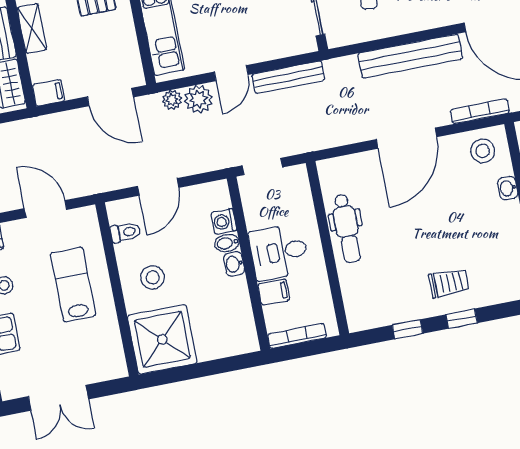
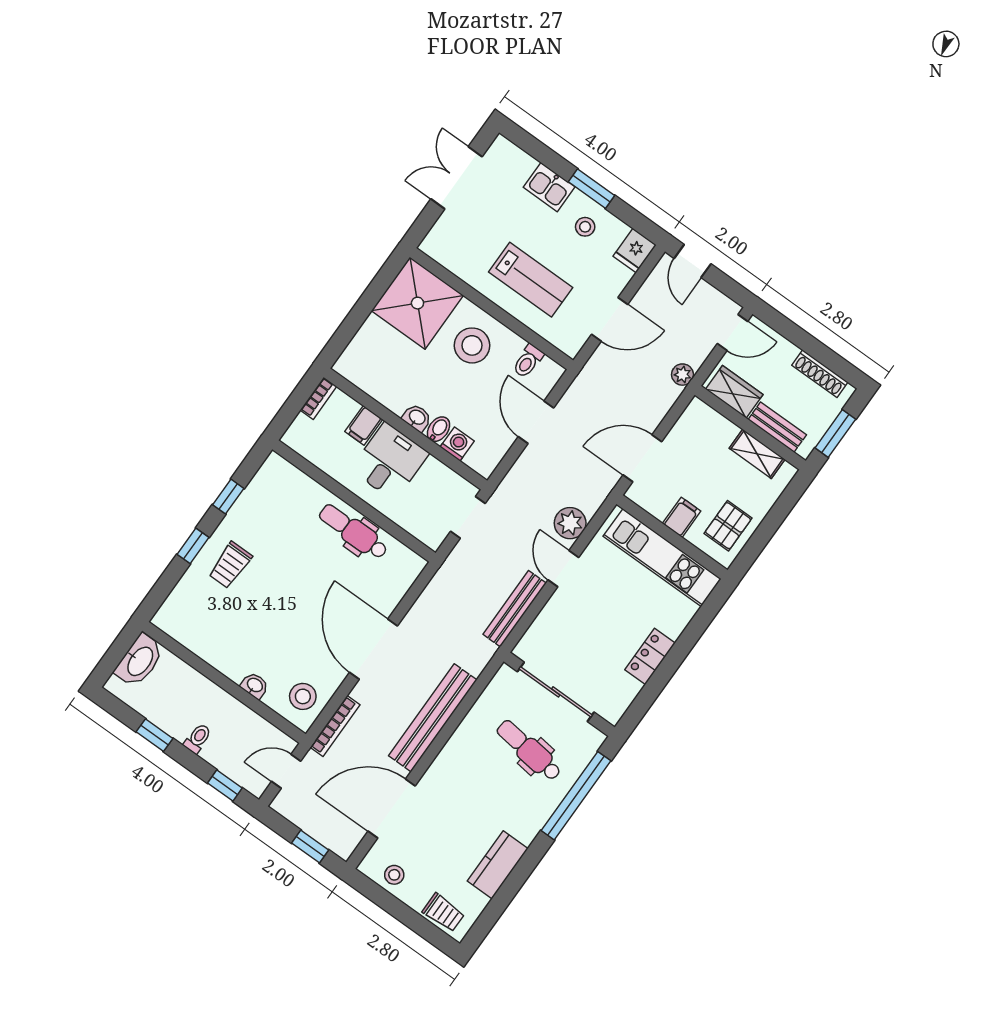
filing cabinet: (49, 93) -> (682, 517), moved, turned 180
plant: (172, 100) -> (682, 375), moved
stool: (153, 277) -> (472, 345), width x1.38, depth x1.38
bookcase: (297, 336) -> (319, 398), width x0.64

